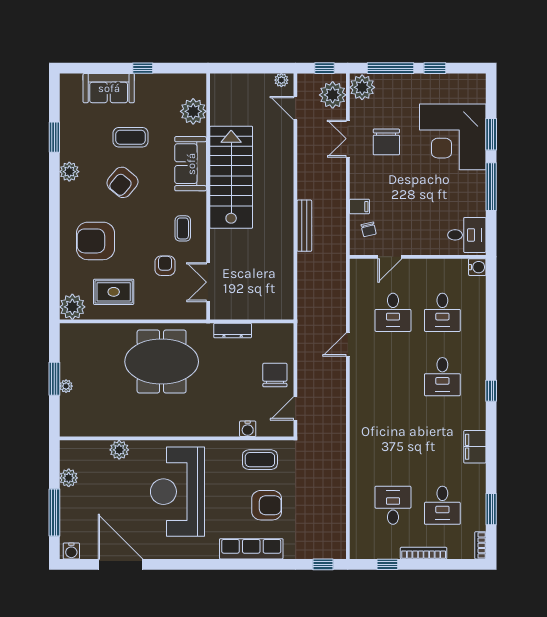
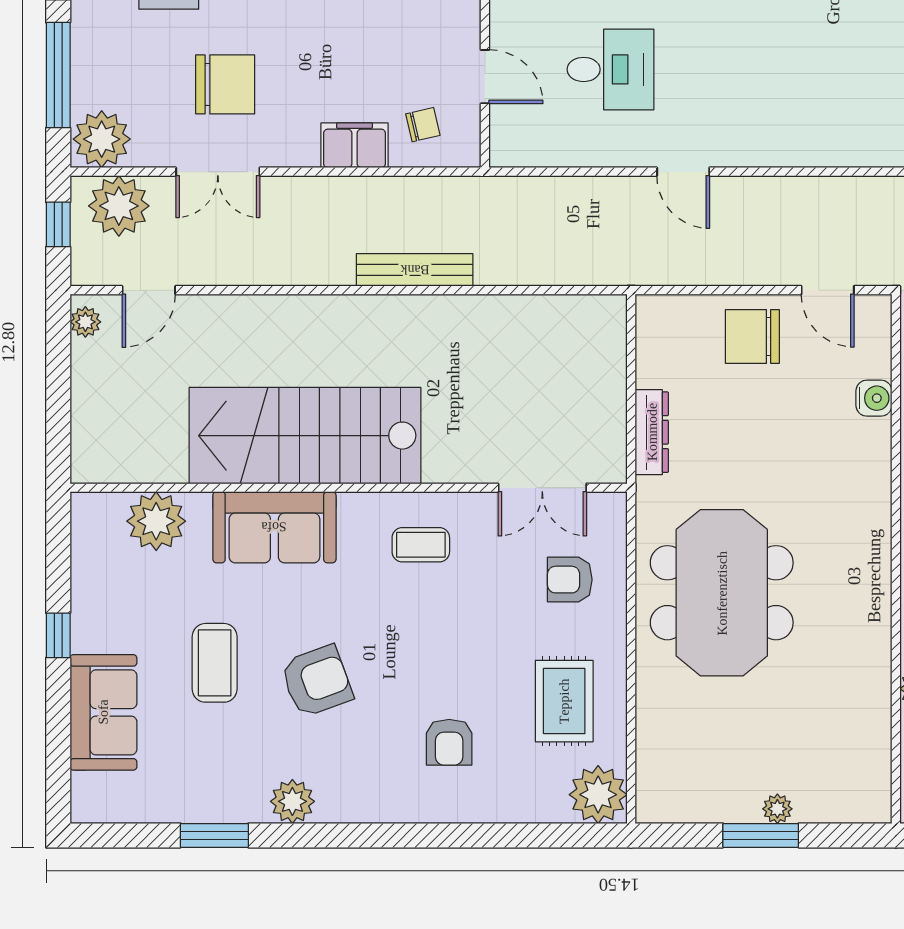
armchair: (122, 182) -> (317, 681), turned -60
filing cabinet: (359, 207) -> (354, 145), width x2.00
armchair: (95, 241) -> (449, 742), width x0.53, depth x0.53
armchair: (165, 266) -> (570, 580), moved

